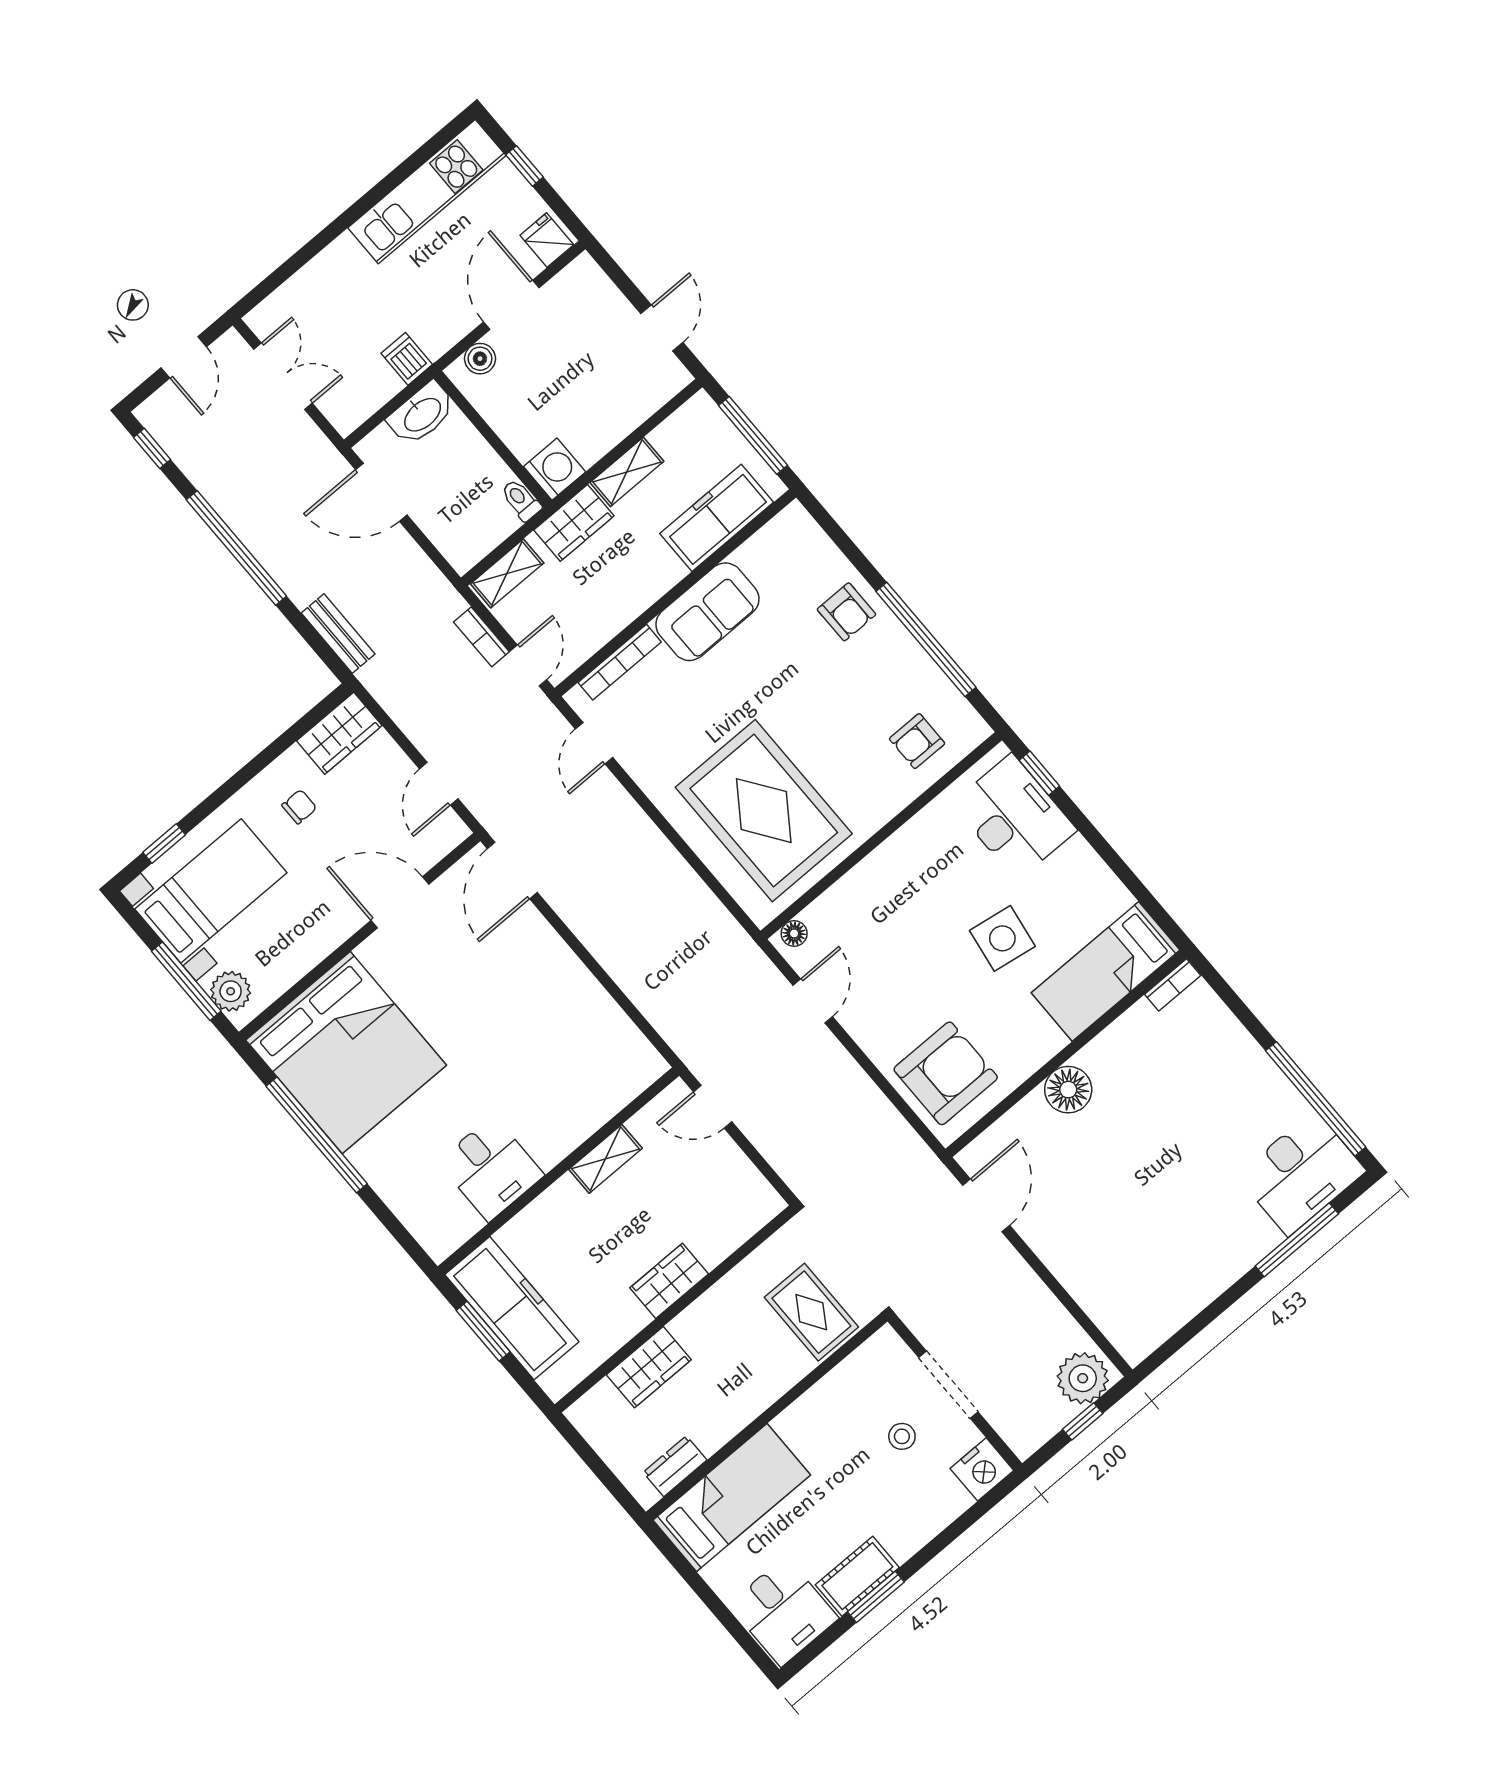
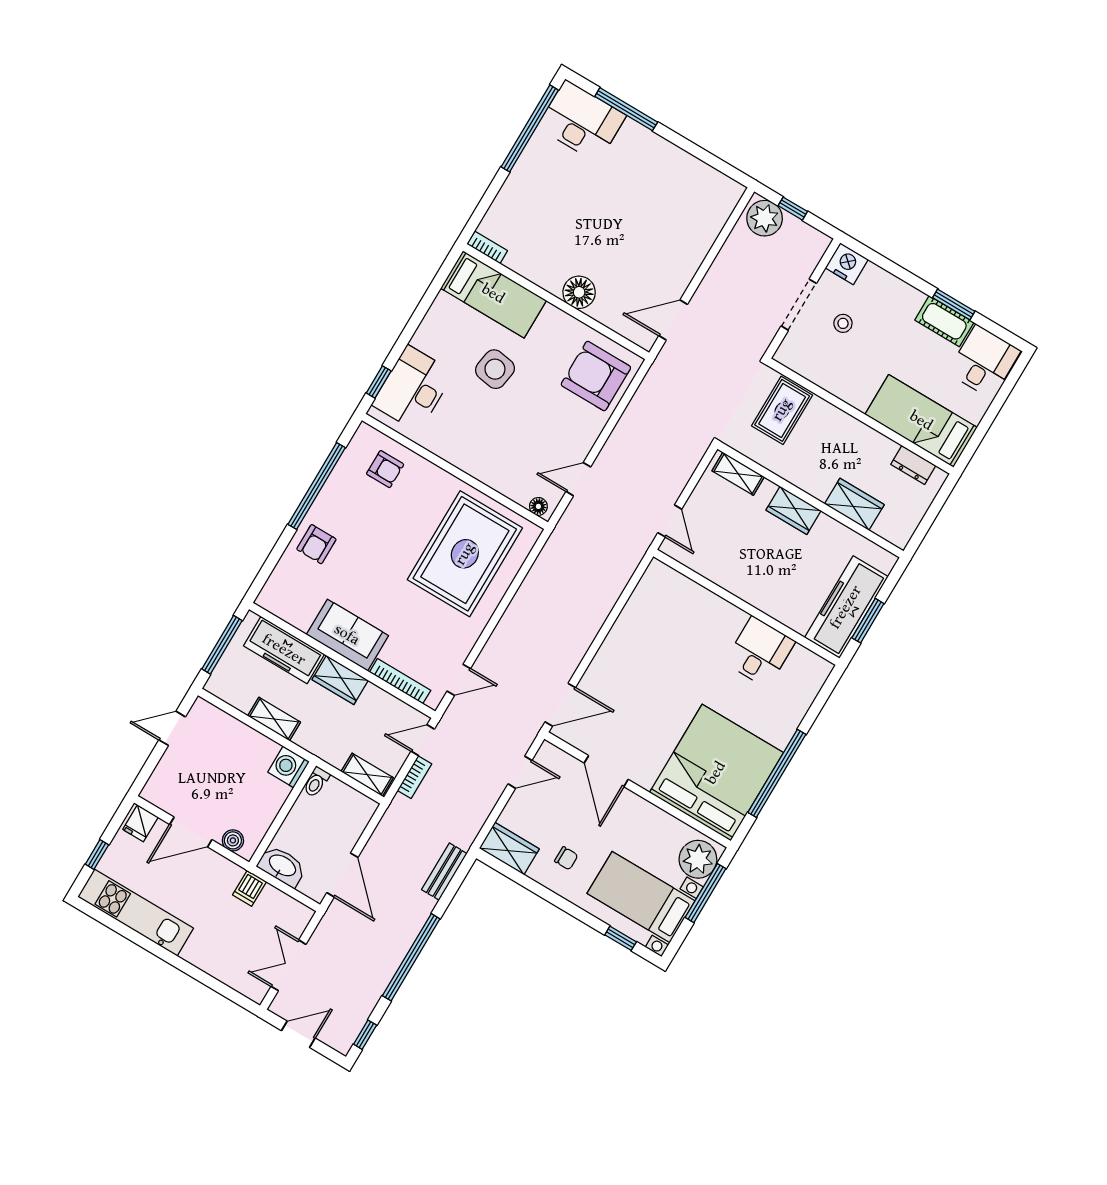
wardrobe: (574, 523) -> (340, 680), moved, turned 180
armchair: (846, 612) -> (316, 544), turned 180
chair: (299, 807) -> (566, 858), turned 180
plant: (231, 991) -> (698, 859), width x1.36, depth x1.36
shelving: (606, 1159) -> (738, 474), moved

